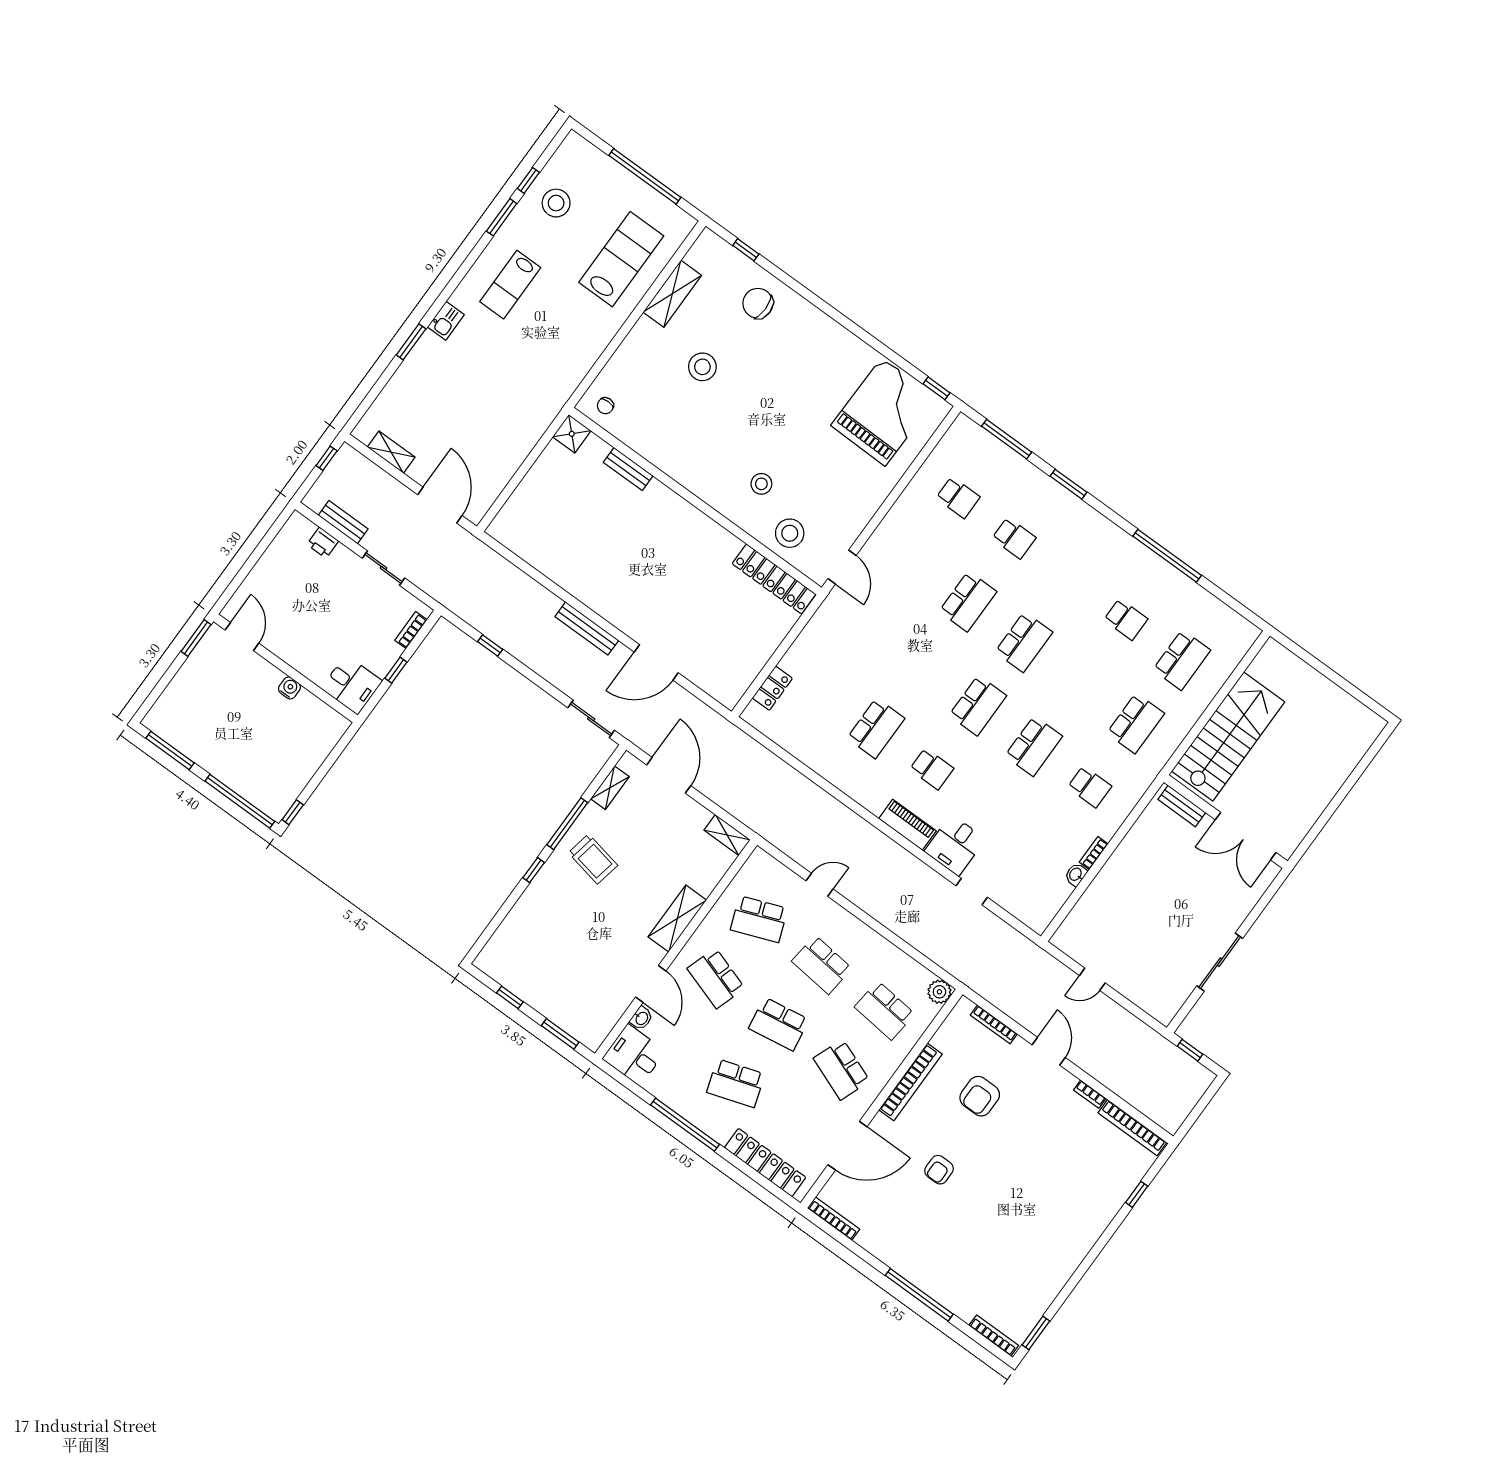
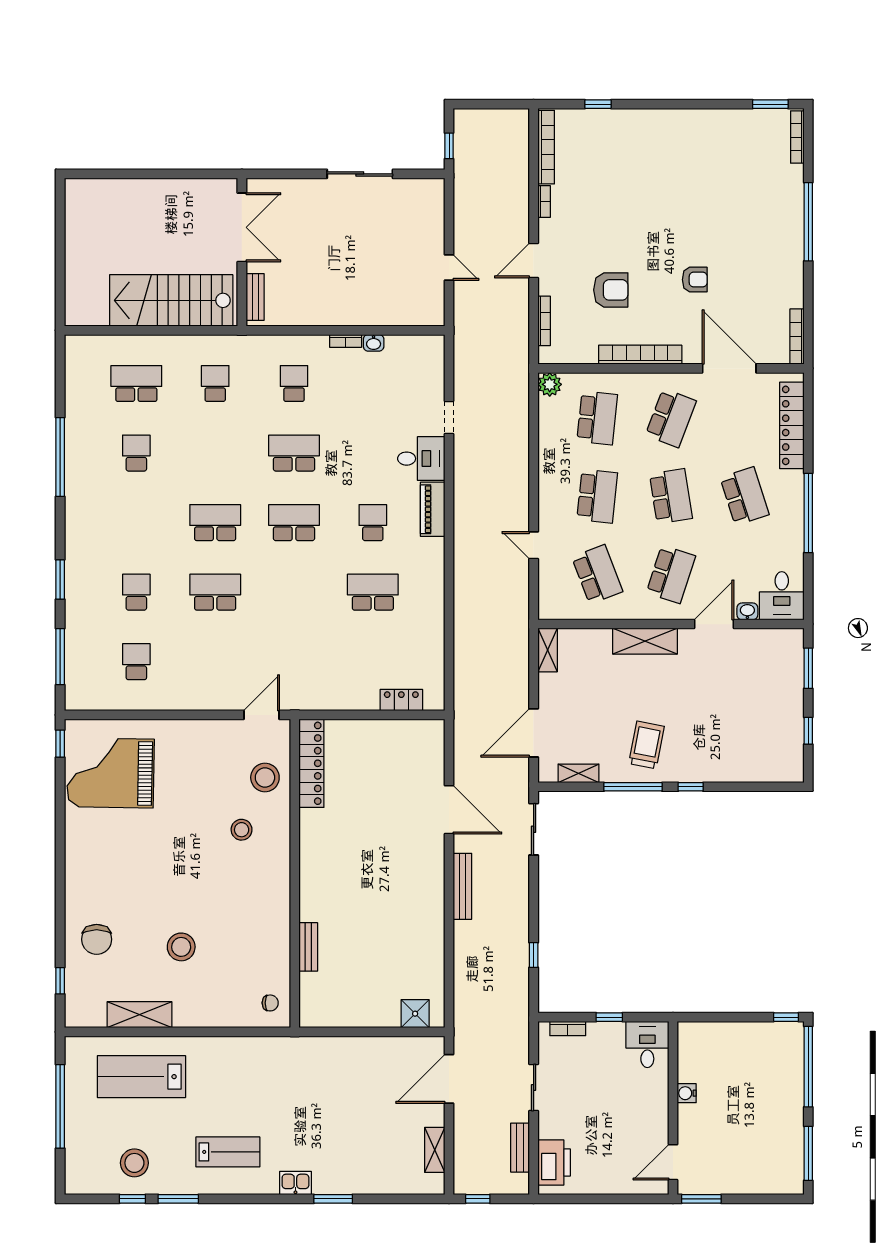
shower: (572, 434) -> (415, 1014), moved
printer: (323, 543) -> (554, 1162), width x1.87, depth x1.48
school desk: (1136, 723) -> (215, 384), width x0.54

